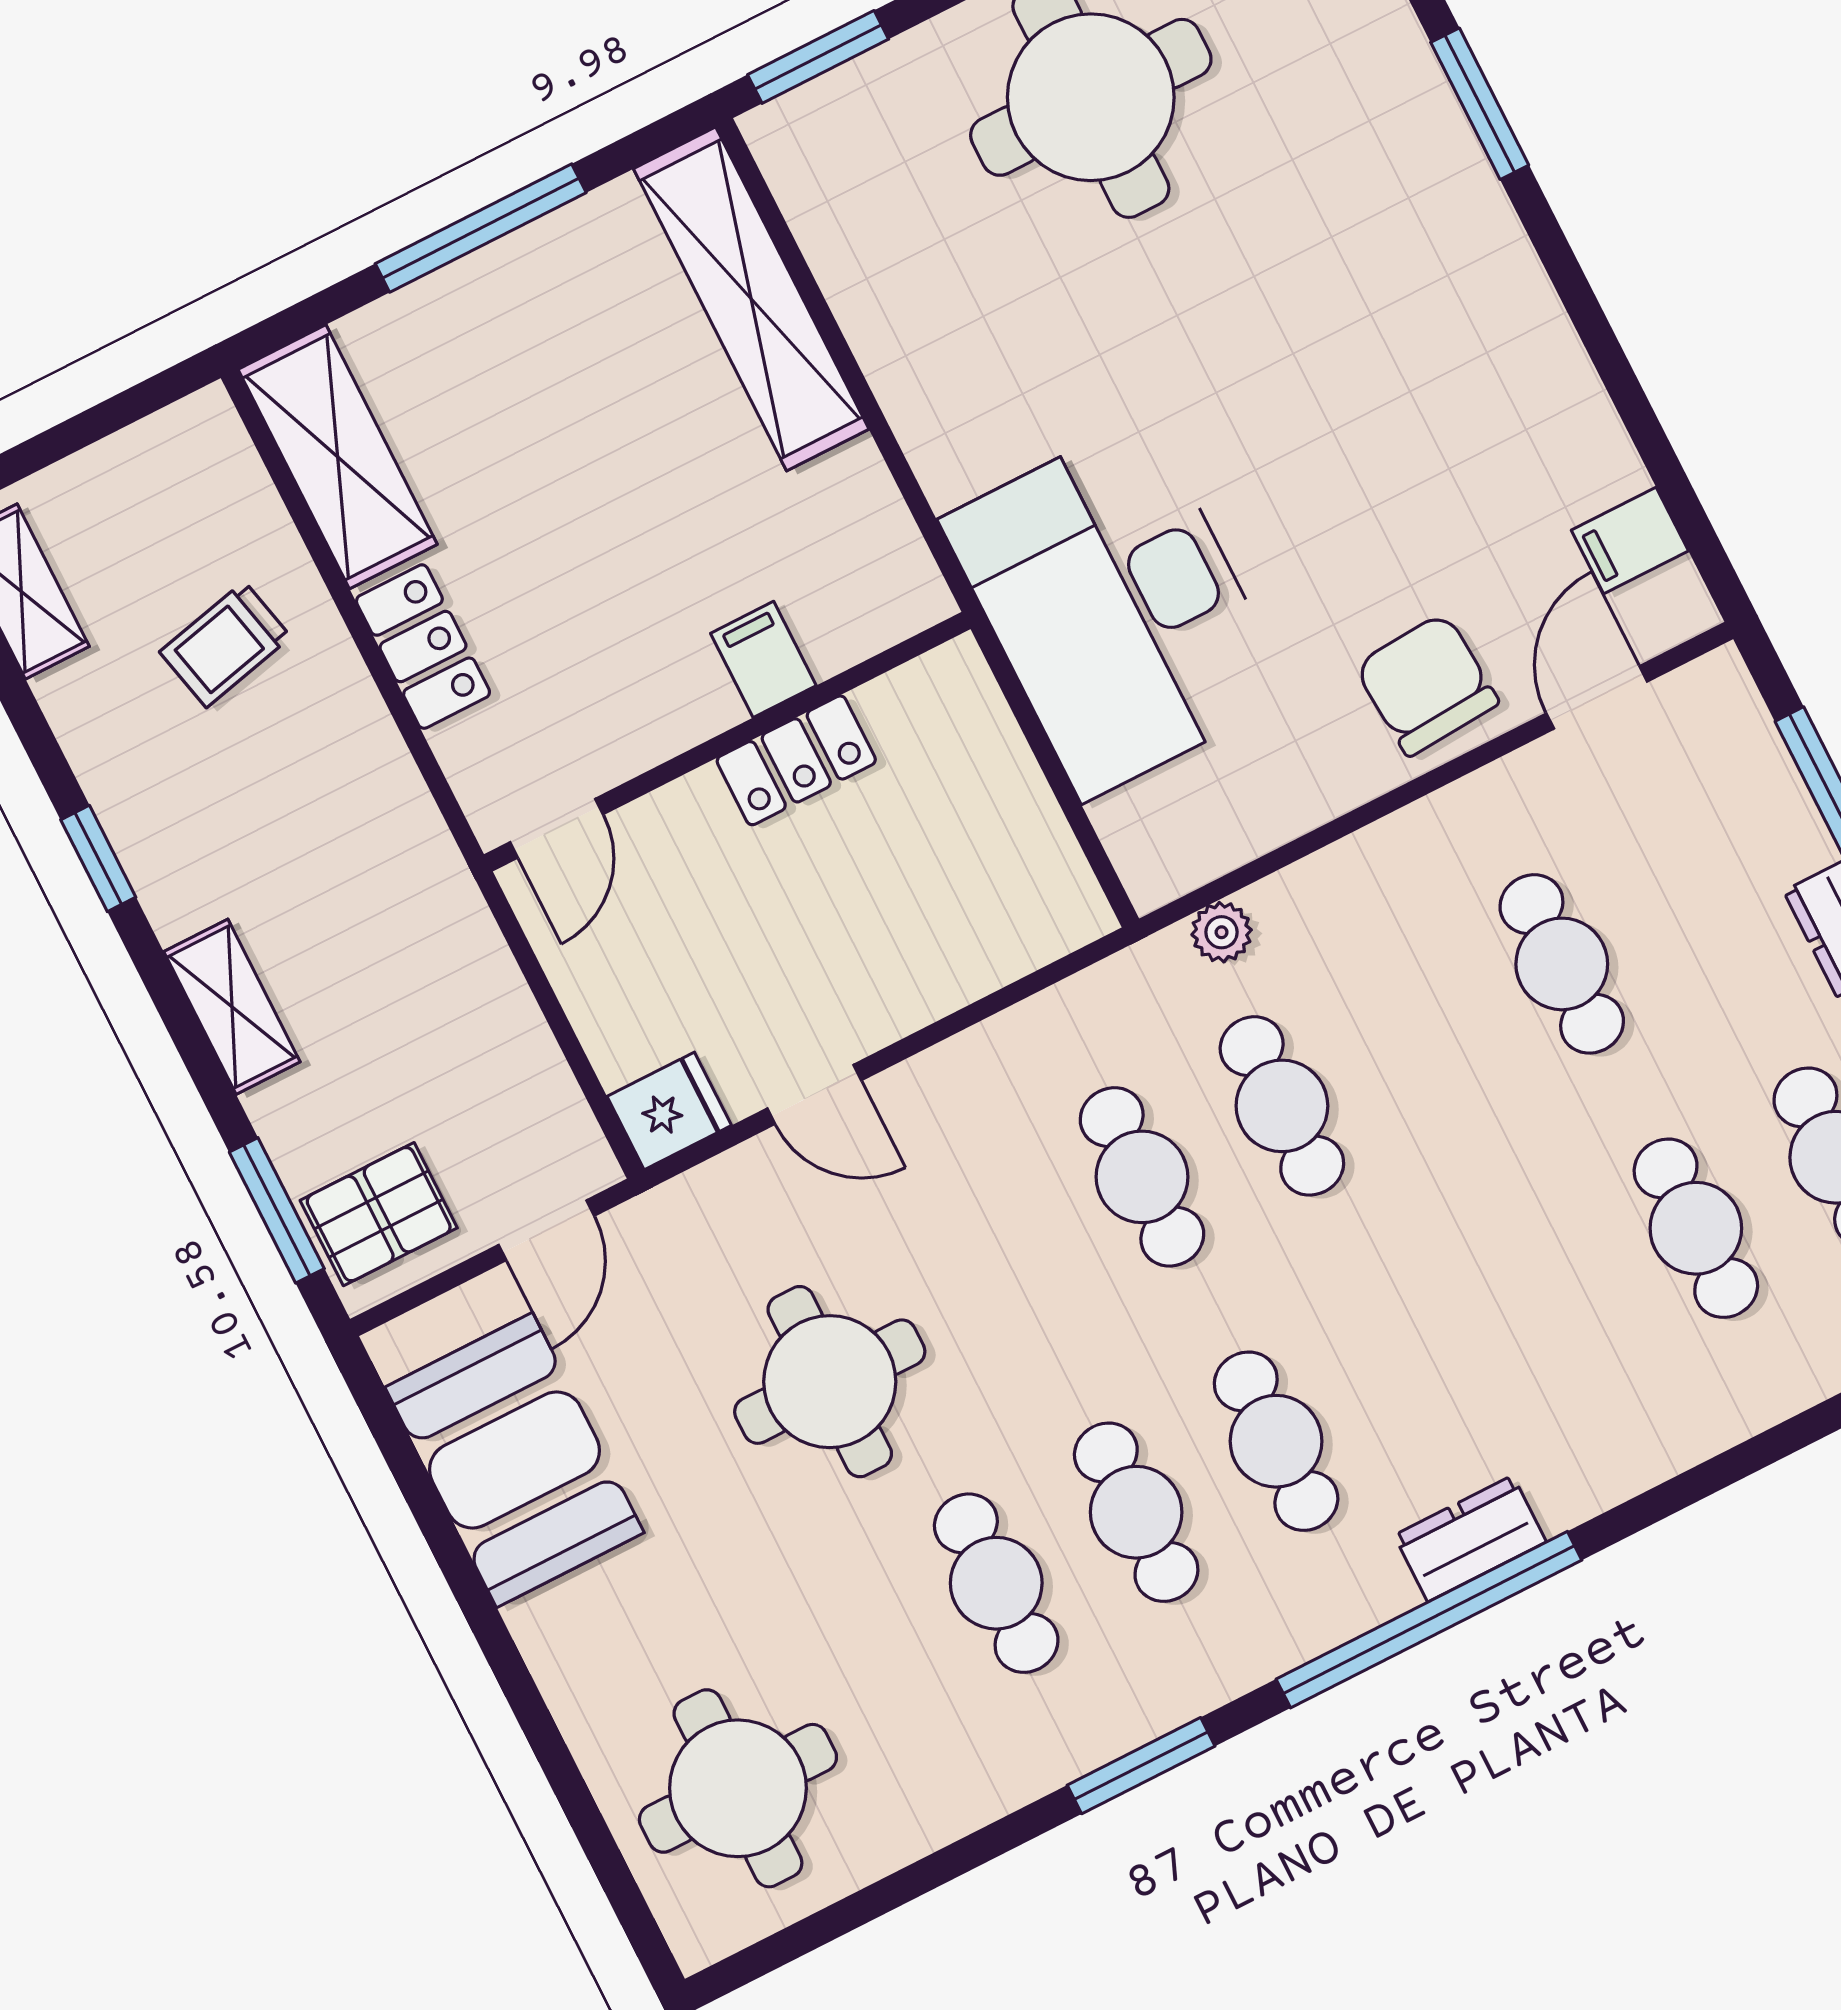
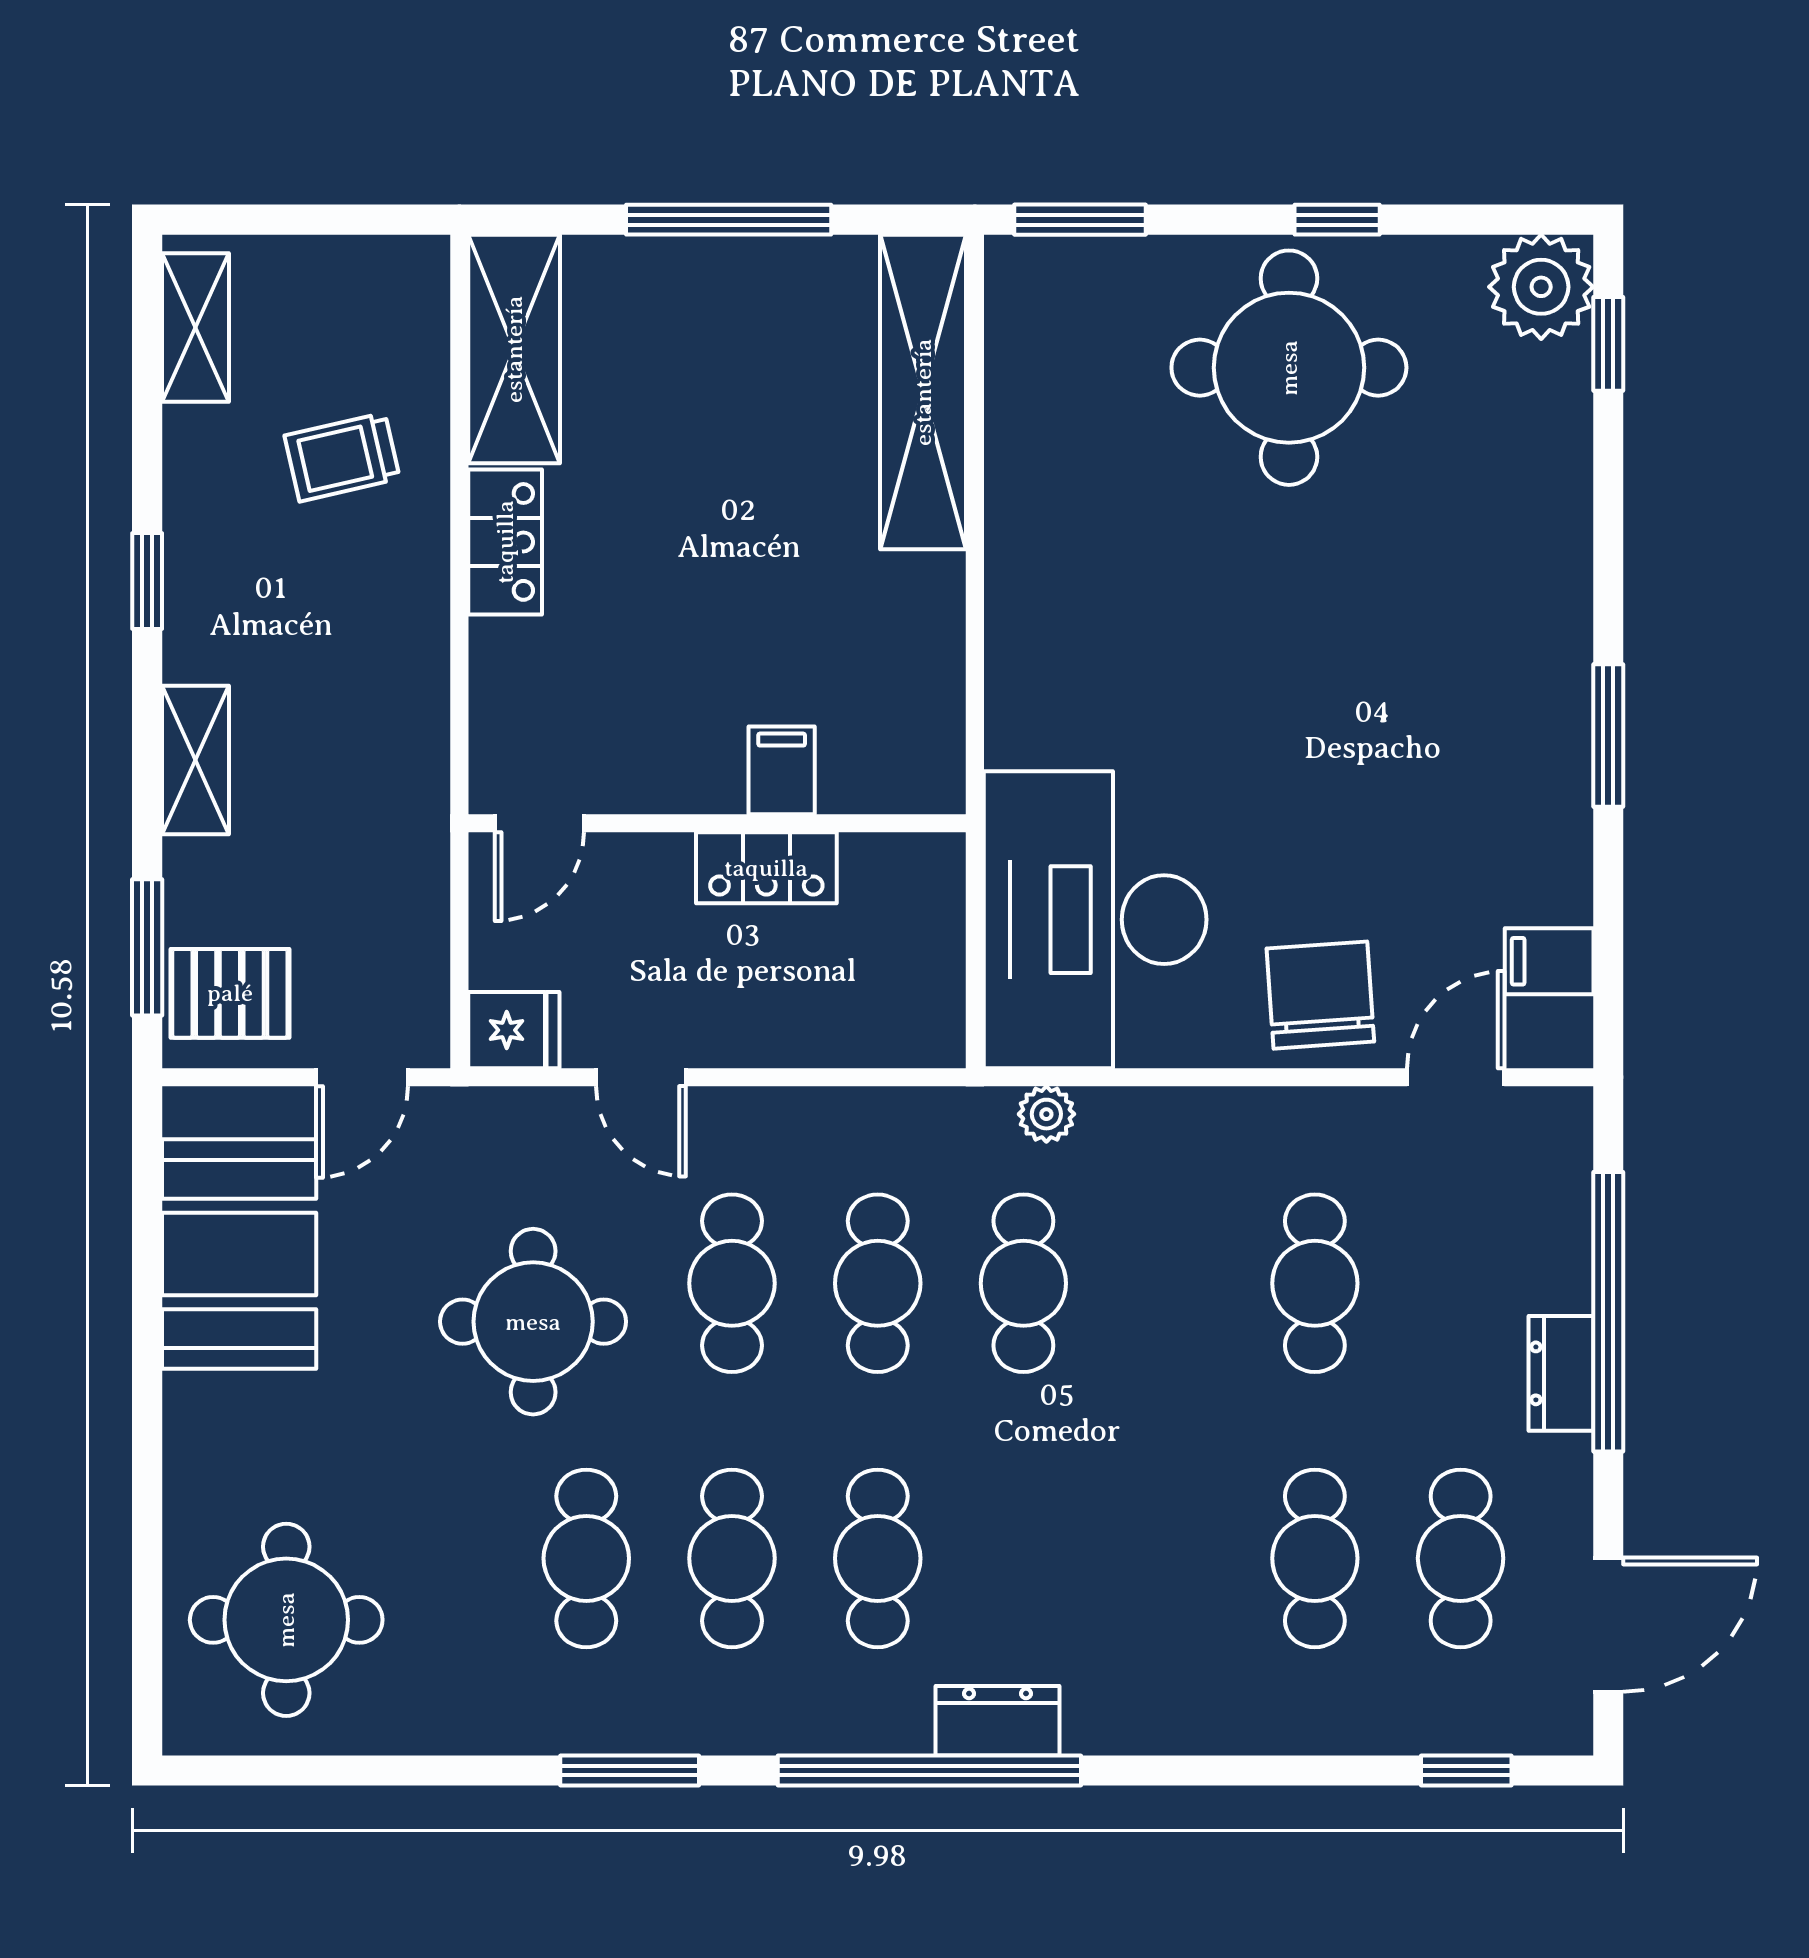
window: (1480, 104) -> (1608, 735), moved
desk: (1116, 608) -> (1095, 920), moved
filing cabinet: (763, 659) -> (782, 770), moved
wall: (727, 742) -> (717, 823), moved
locker: (796, 760) -> (766, 868), moved
door: (556, 828) -> (539, 823), moved
cafe table: (1002, 1248) -> (732, 1283), added

